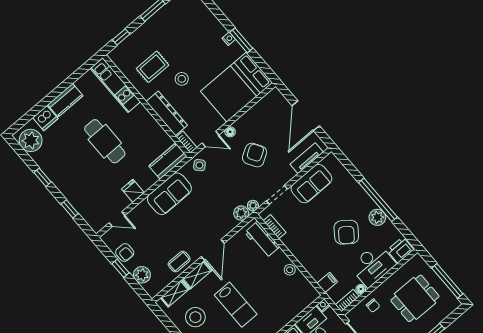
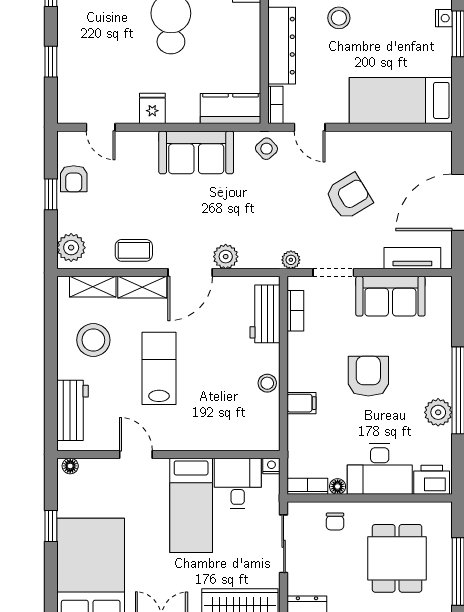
bed: (237, 87) -> (401, 100), width x0.67
floor lamp: (230, 132) -> (343, 140), removed
plant: (241, 213) -> (226, 257), moved
armchair: (346, 232) -> (368, 376), moved, turned 143
plant: (142, 275) -> (71, 248), moved
filing cabinet: (327, 283) -> (302, 403), moved
dining table: (415, 298) -> (397, 558), turned 90
lab bench: (236, 305) -> (159, 368), turned 180

